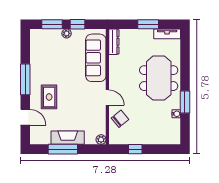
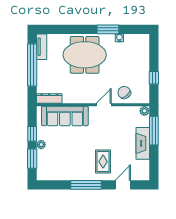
window: (148, 24) -> (32, 65), width x2.11
rug: (49, 97) -> (103, 162), turned 90
window: (63, 149) -> (154, 131), moved

